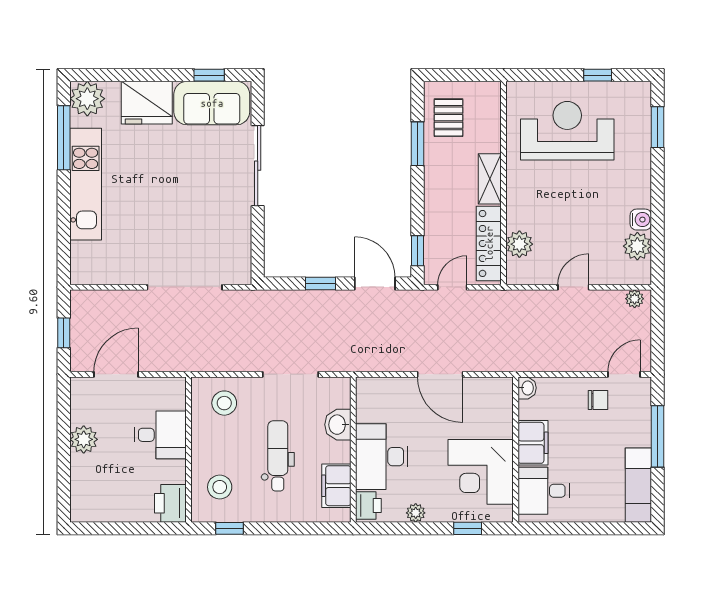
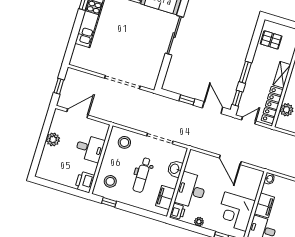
pallet: (448, 118) -> (271, 40), turned 90
window: (418, 144) -> (245, 72), moved
dental chair: (278, 456) -> (142, 175), turned 180

